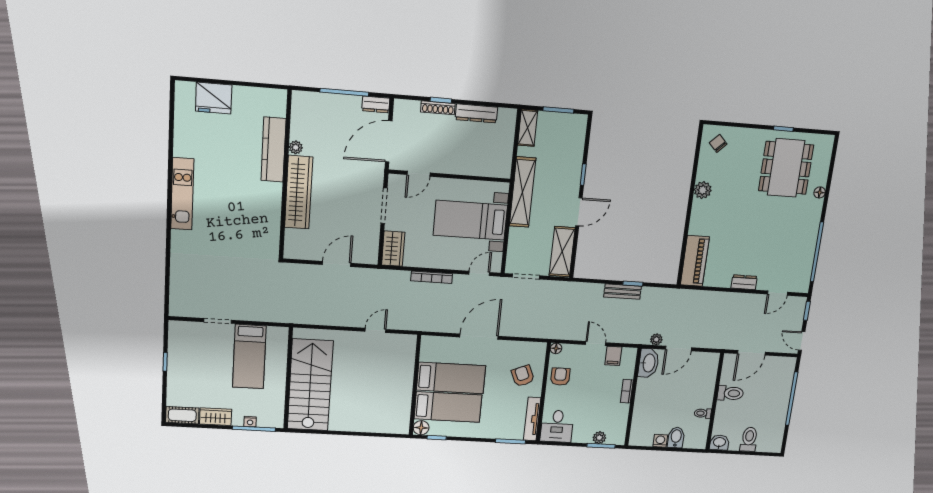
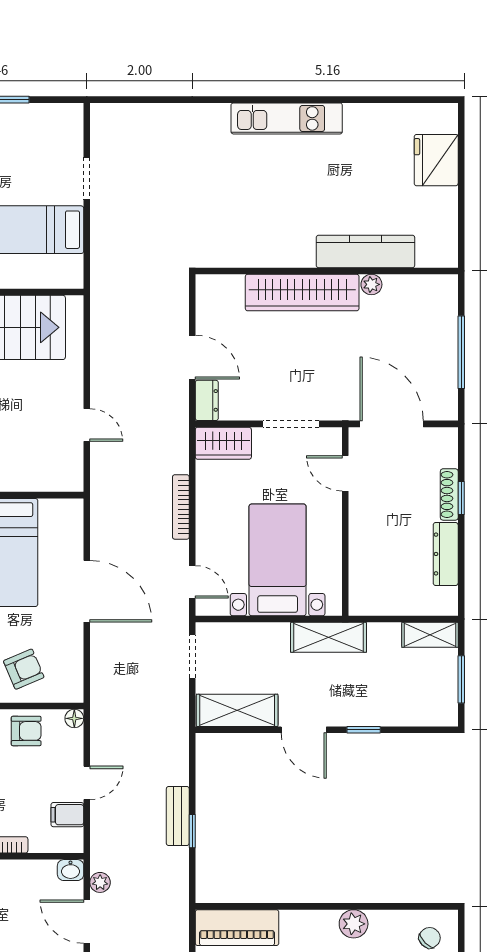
dresser: (376, 104) -> (207, 400), moved, turned 180
shelving: (523, 192) -> (329, 637), width x0.68
washbasin: (649, 363) -> (71, 870), width x0.52, depth x0.69

